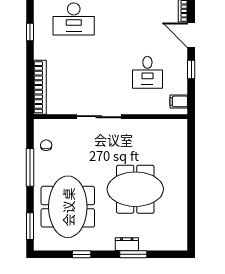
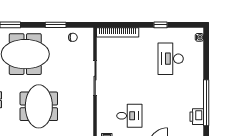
desk: (147, 72) -> (129, 116), turned 180
window: (30, 167) -> (56, 25), width x0.69

